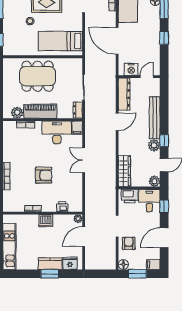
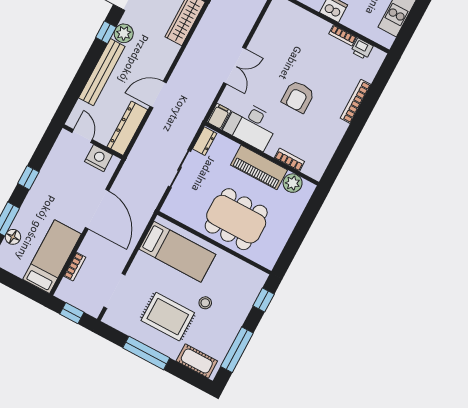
door: (147, 77) -> (82, 136), swing flipped
armchair: (44, 175) -> (298, 97), moved, turned -90
printer: (62, 207) -> (362, 49), moved

